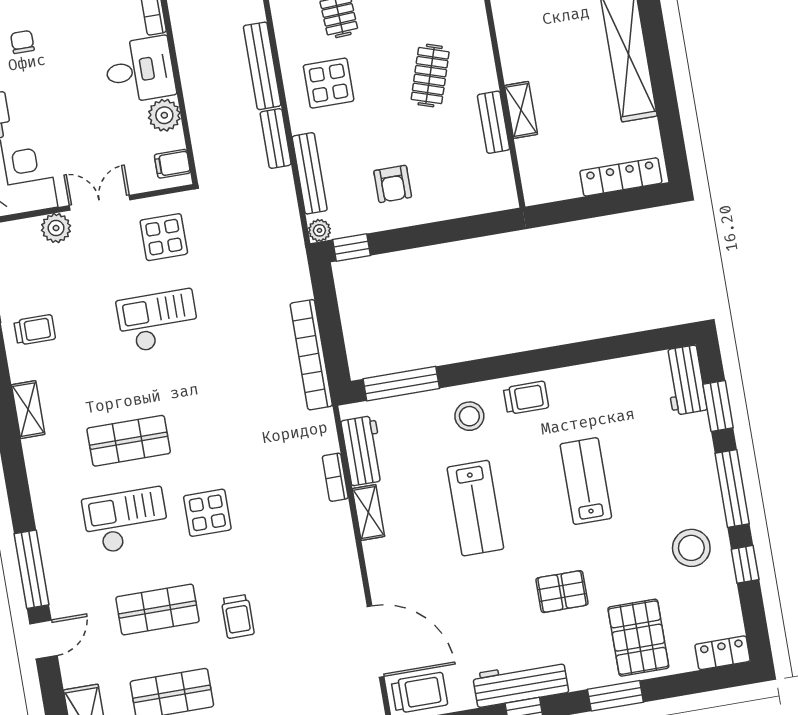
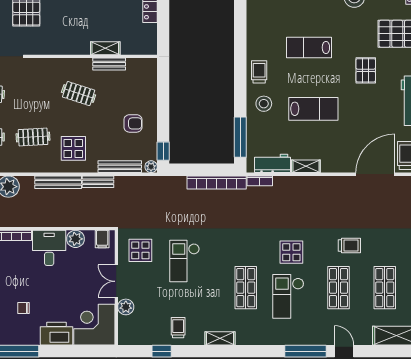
bookcase: (335, 477) -> (260, 181), moved

